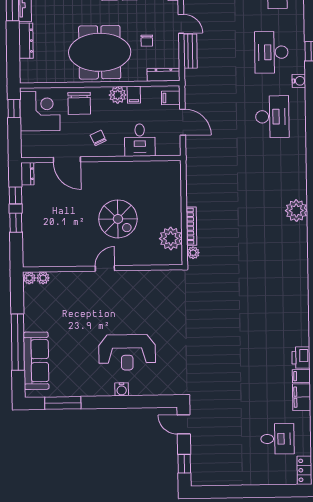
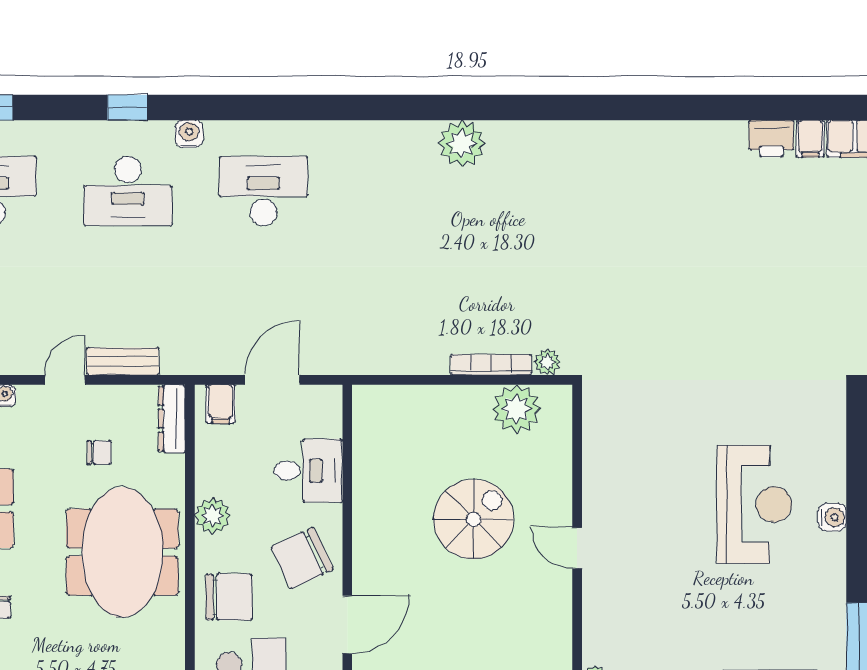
filing cabinet: (134, 95) -> (213, 482), removed
chair: (98, 138) -> (302, 558), width x1.87, depth x1.87

